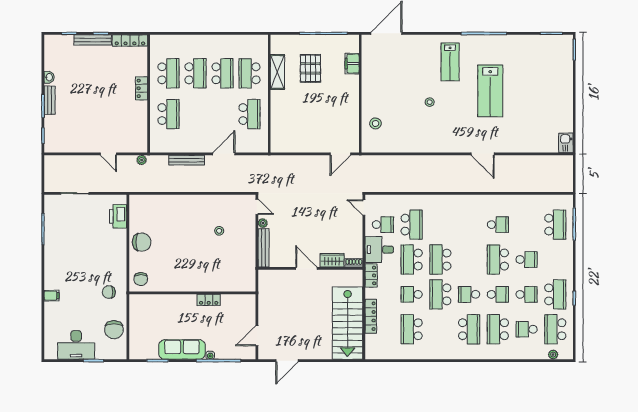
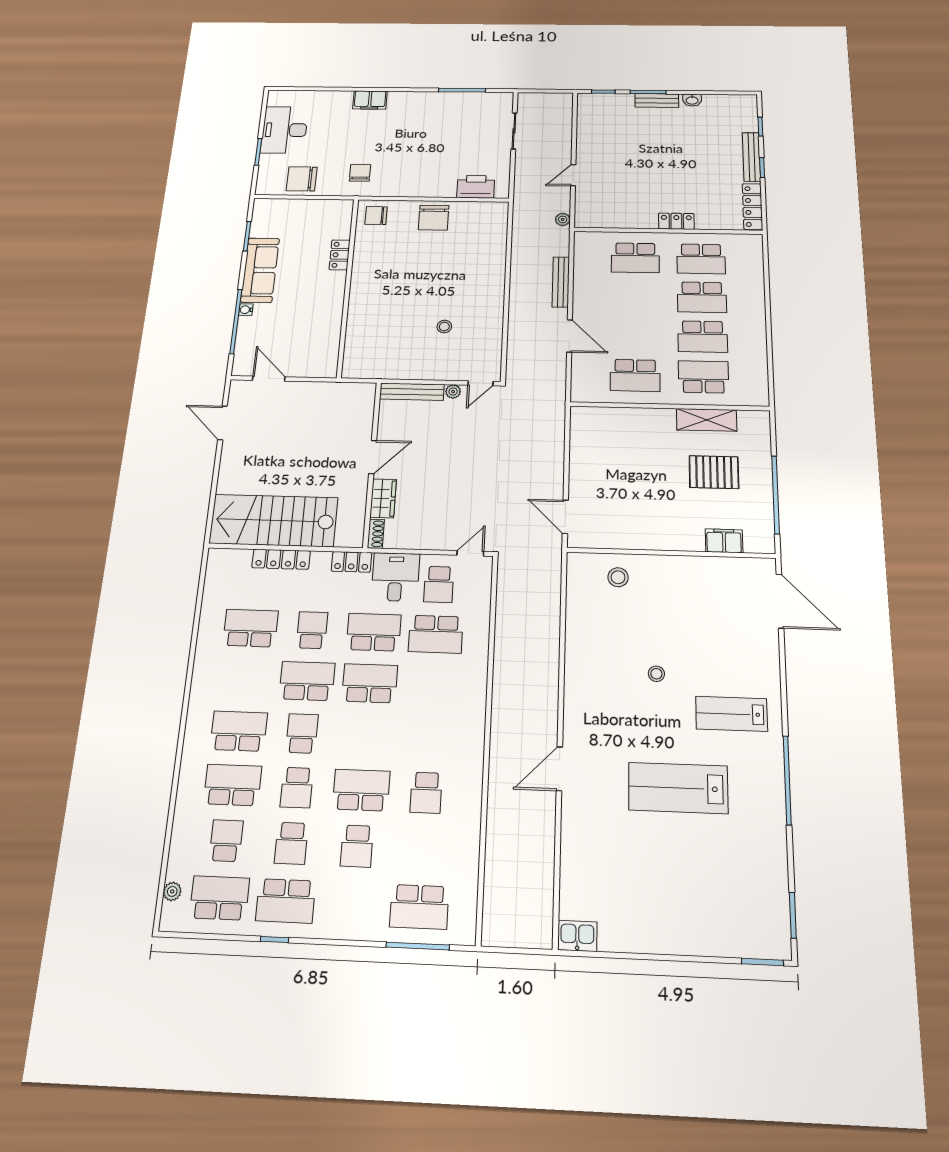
filing cabinet: (52, 296) -> (370, 100), width x2.00
locker: (209, 300) -> (340, 255), moved
school desk: (469, 329) -> (239, 731), turned 180

